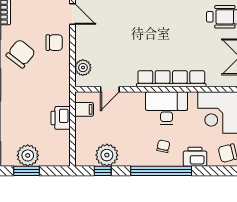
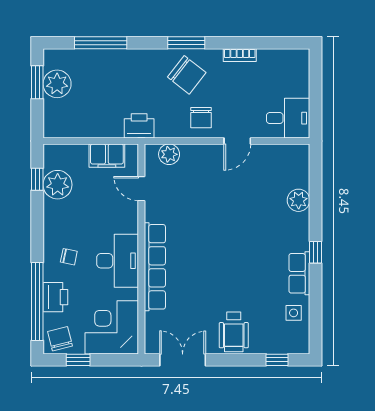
filing cabinet: (84, 109) -> (107, 156), width x2.00
printer: (61, 118) -> (139, 126), moved
window: (161, 171) -> (37, 301), moved

